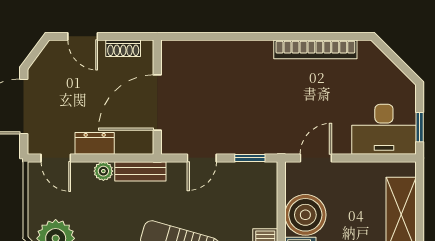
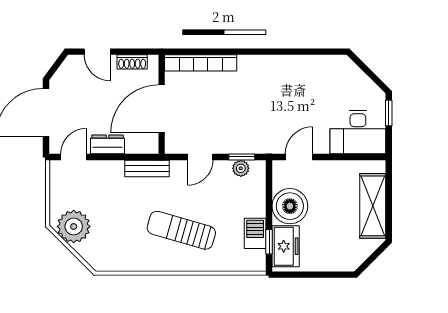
bookcase: (315, 49) -> (201, 63), moved
window: (420, 127) -> (389, 113), moved
door: (56, 158) -> (74, 157), swing flipped
plant: (103, 171) -> (241, 168), moved

